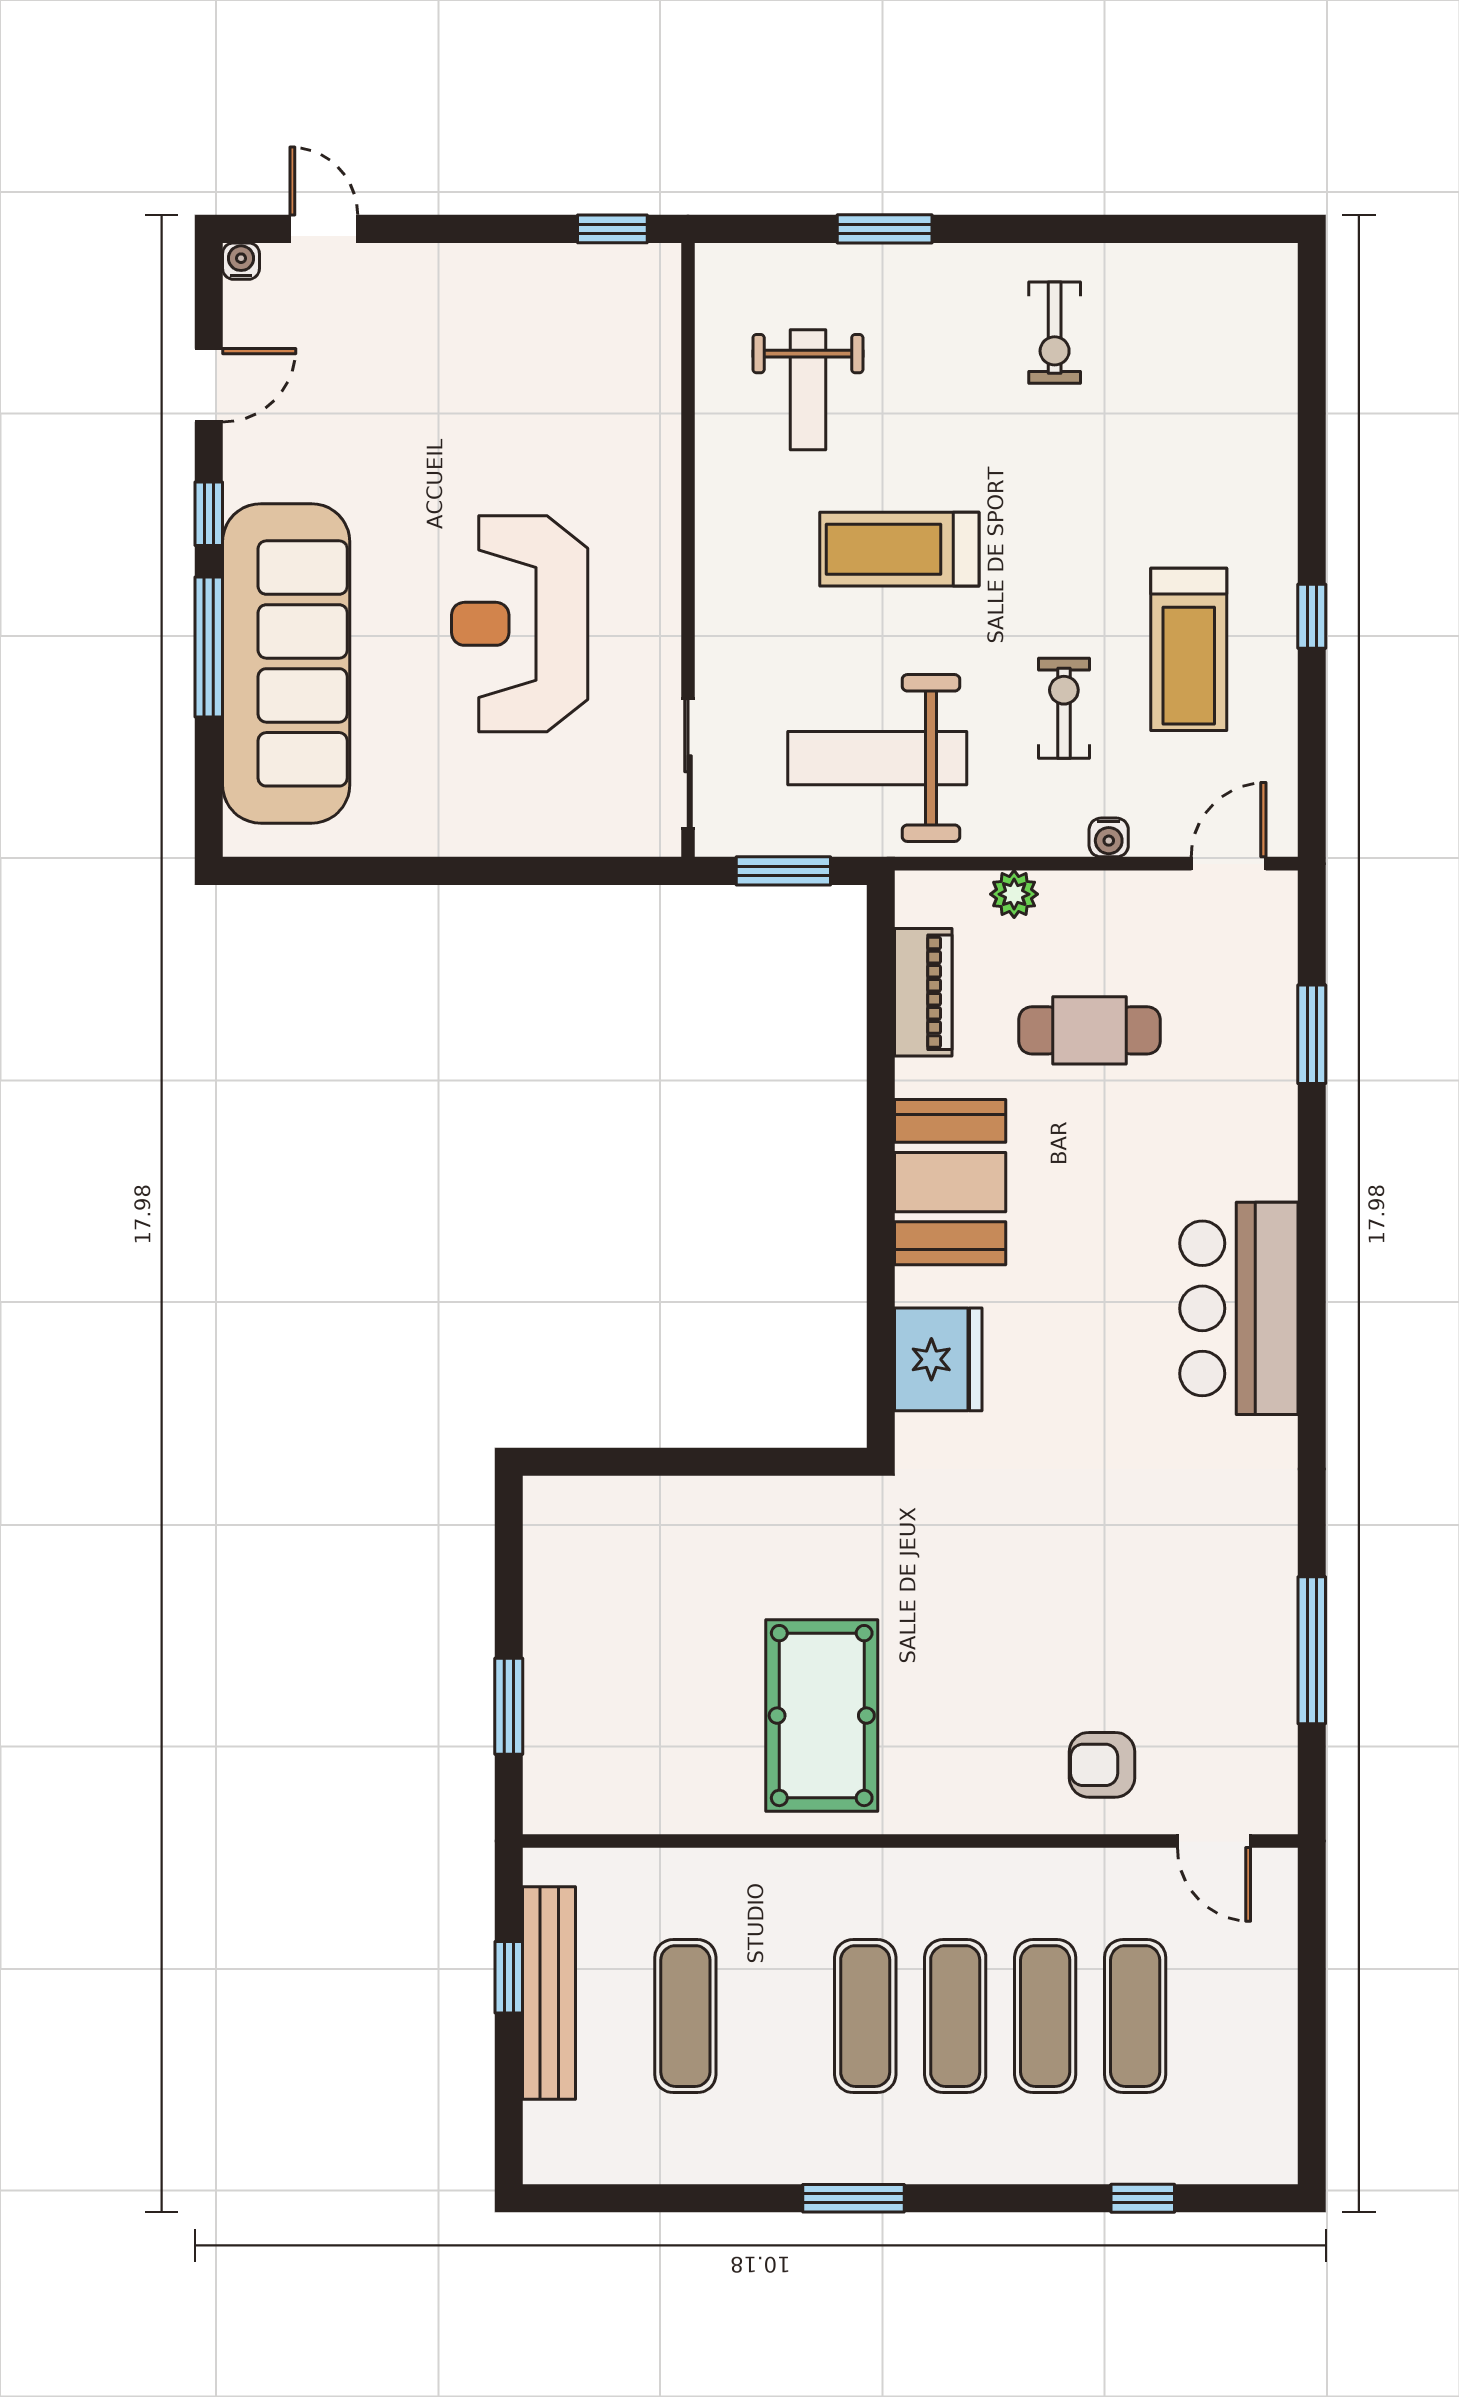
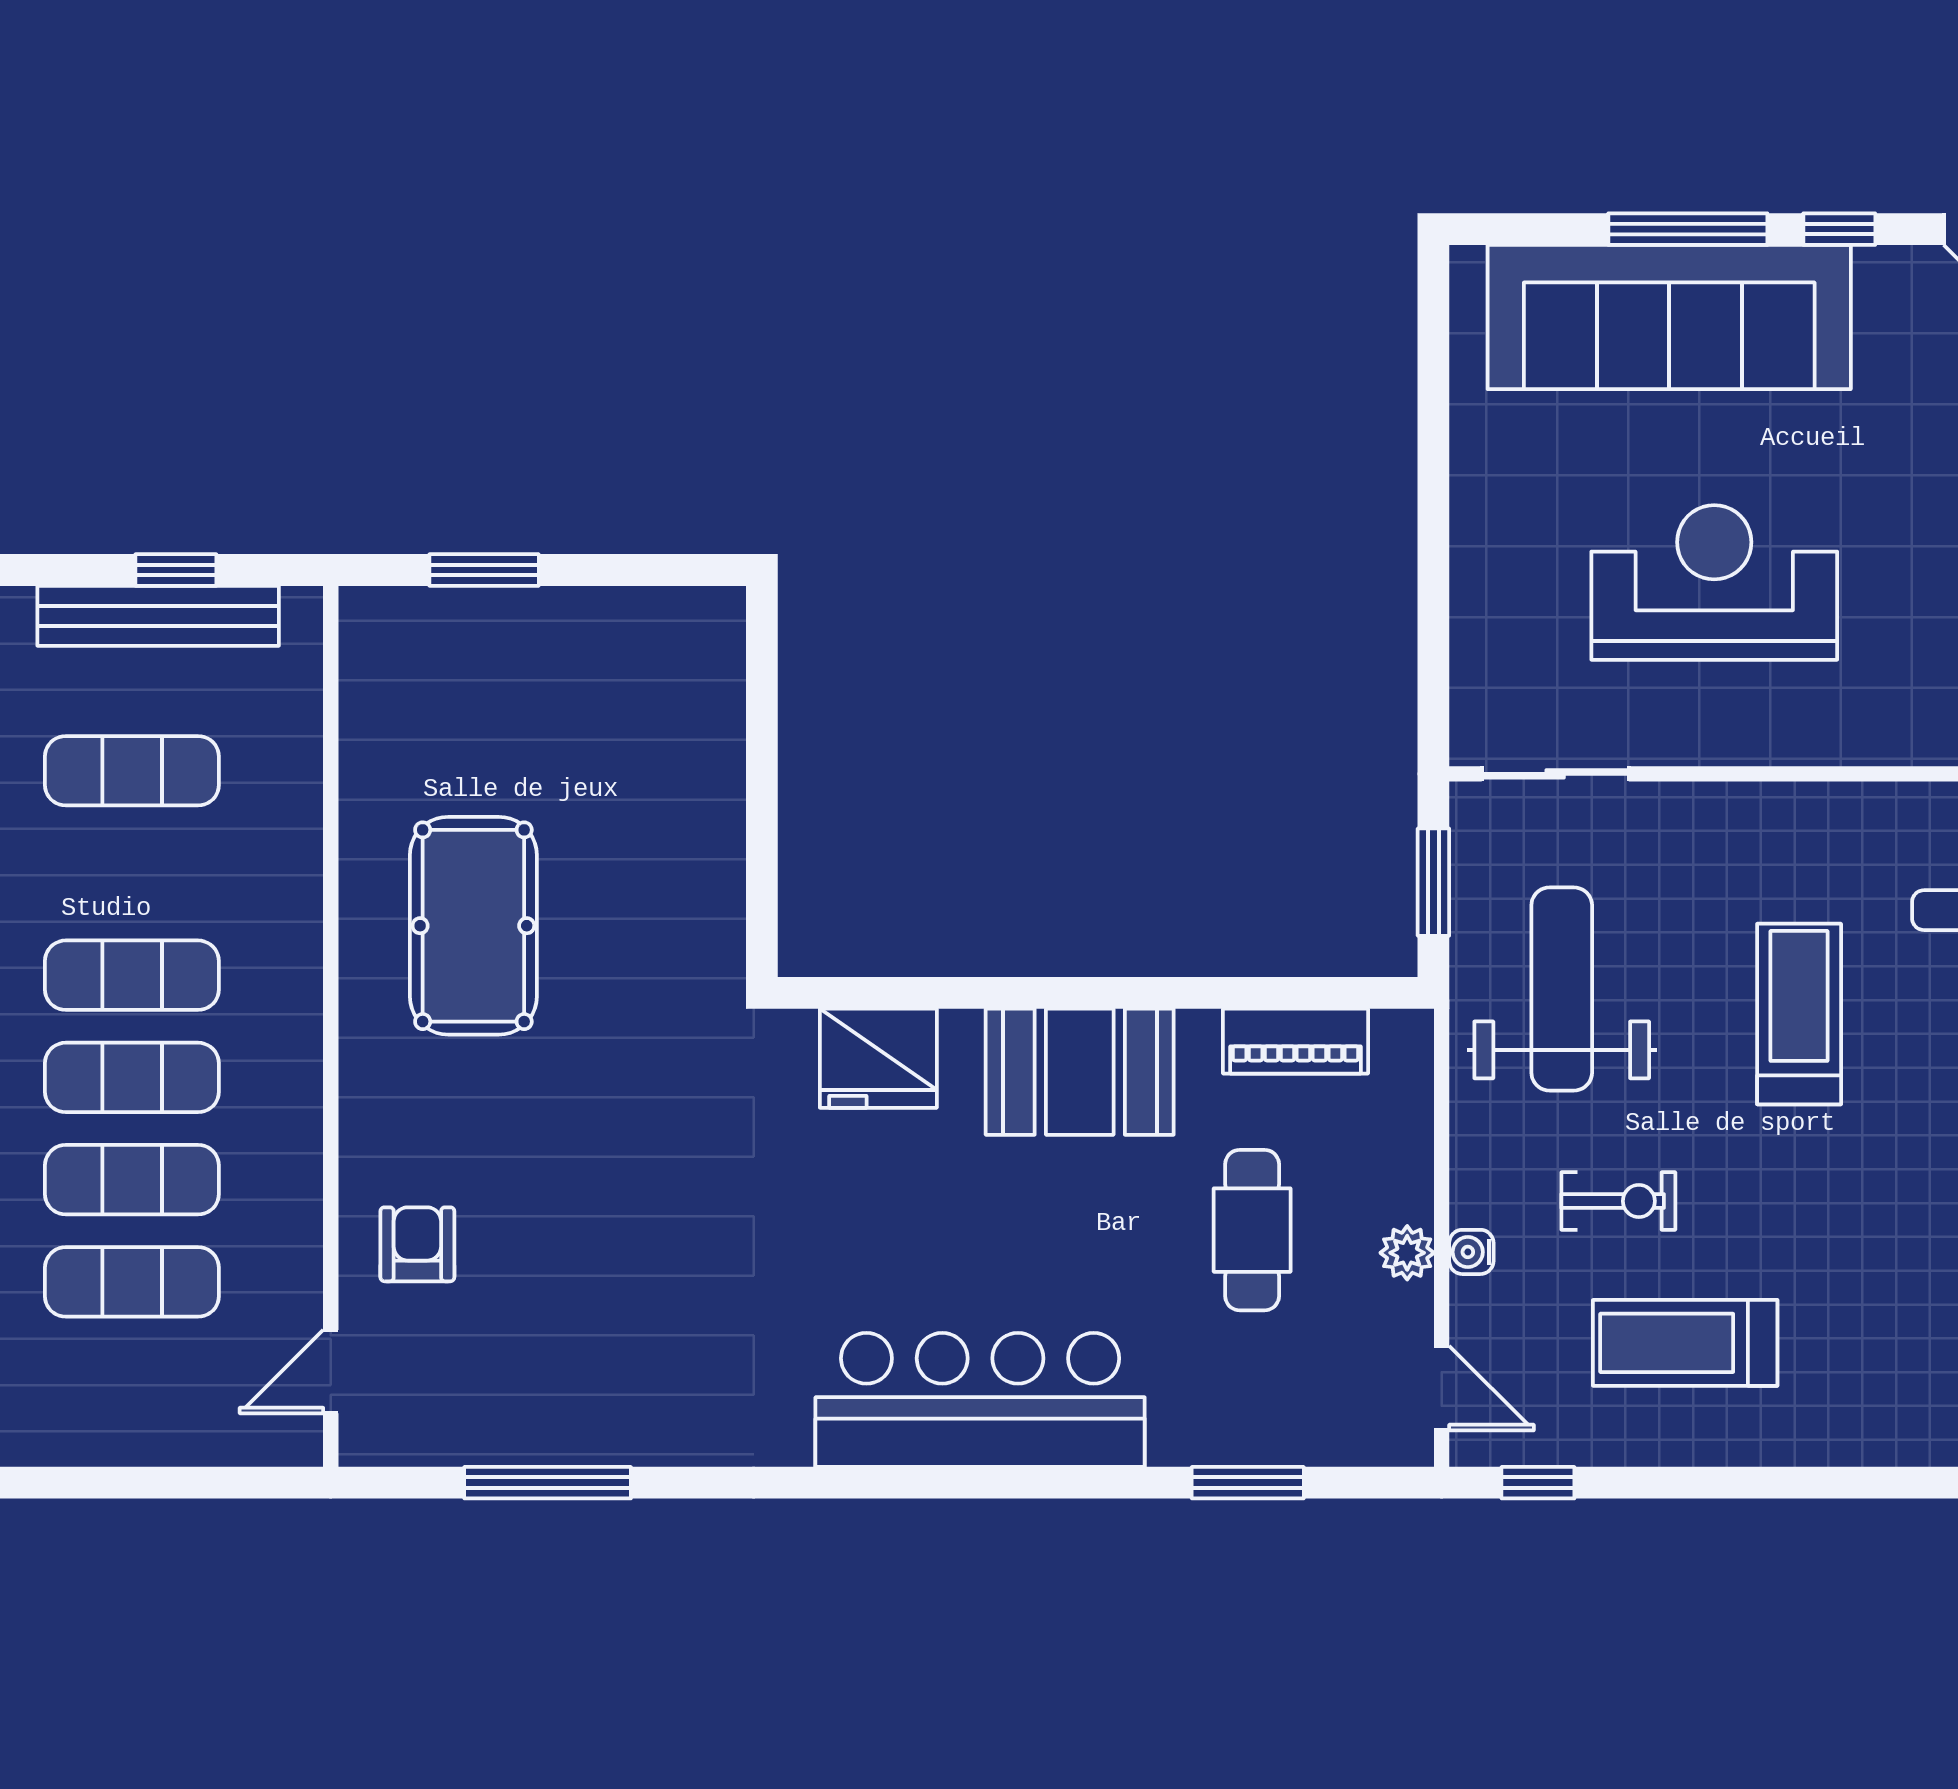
window: (1312, 616) -> (1538, 1483), moved
plant: (1014, 894) -> (1407, 1253), moved
bar counter: (1239, 1308) -> (980, 1400), width x1.36
pool table: (822, 1716) -> (473, 926), turned 90

